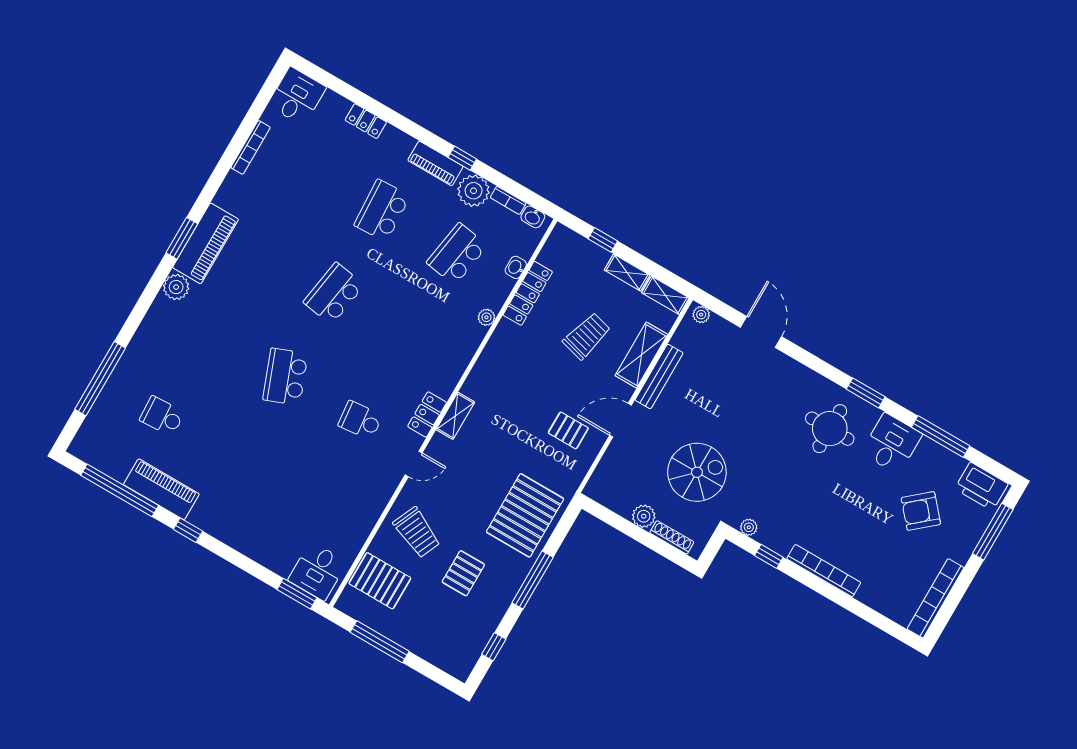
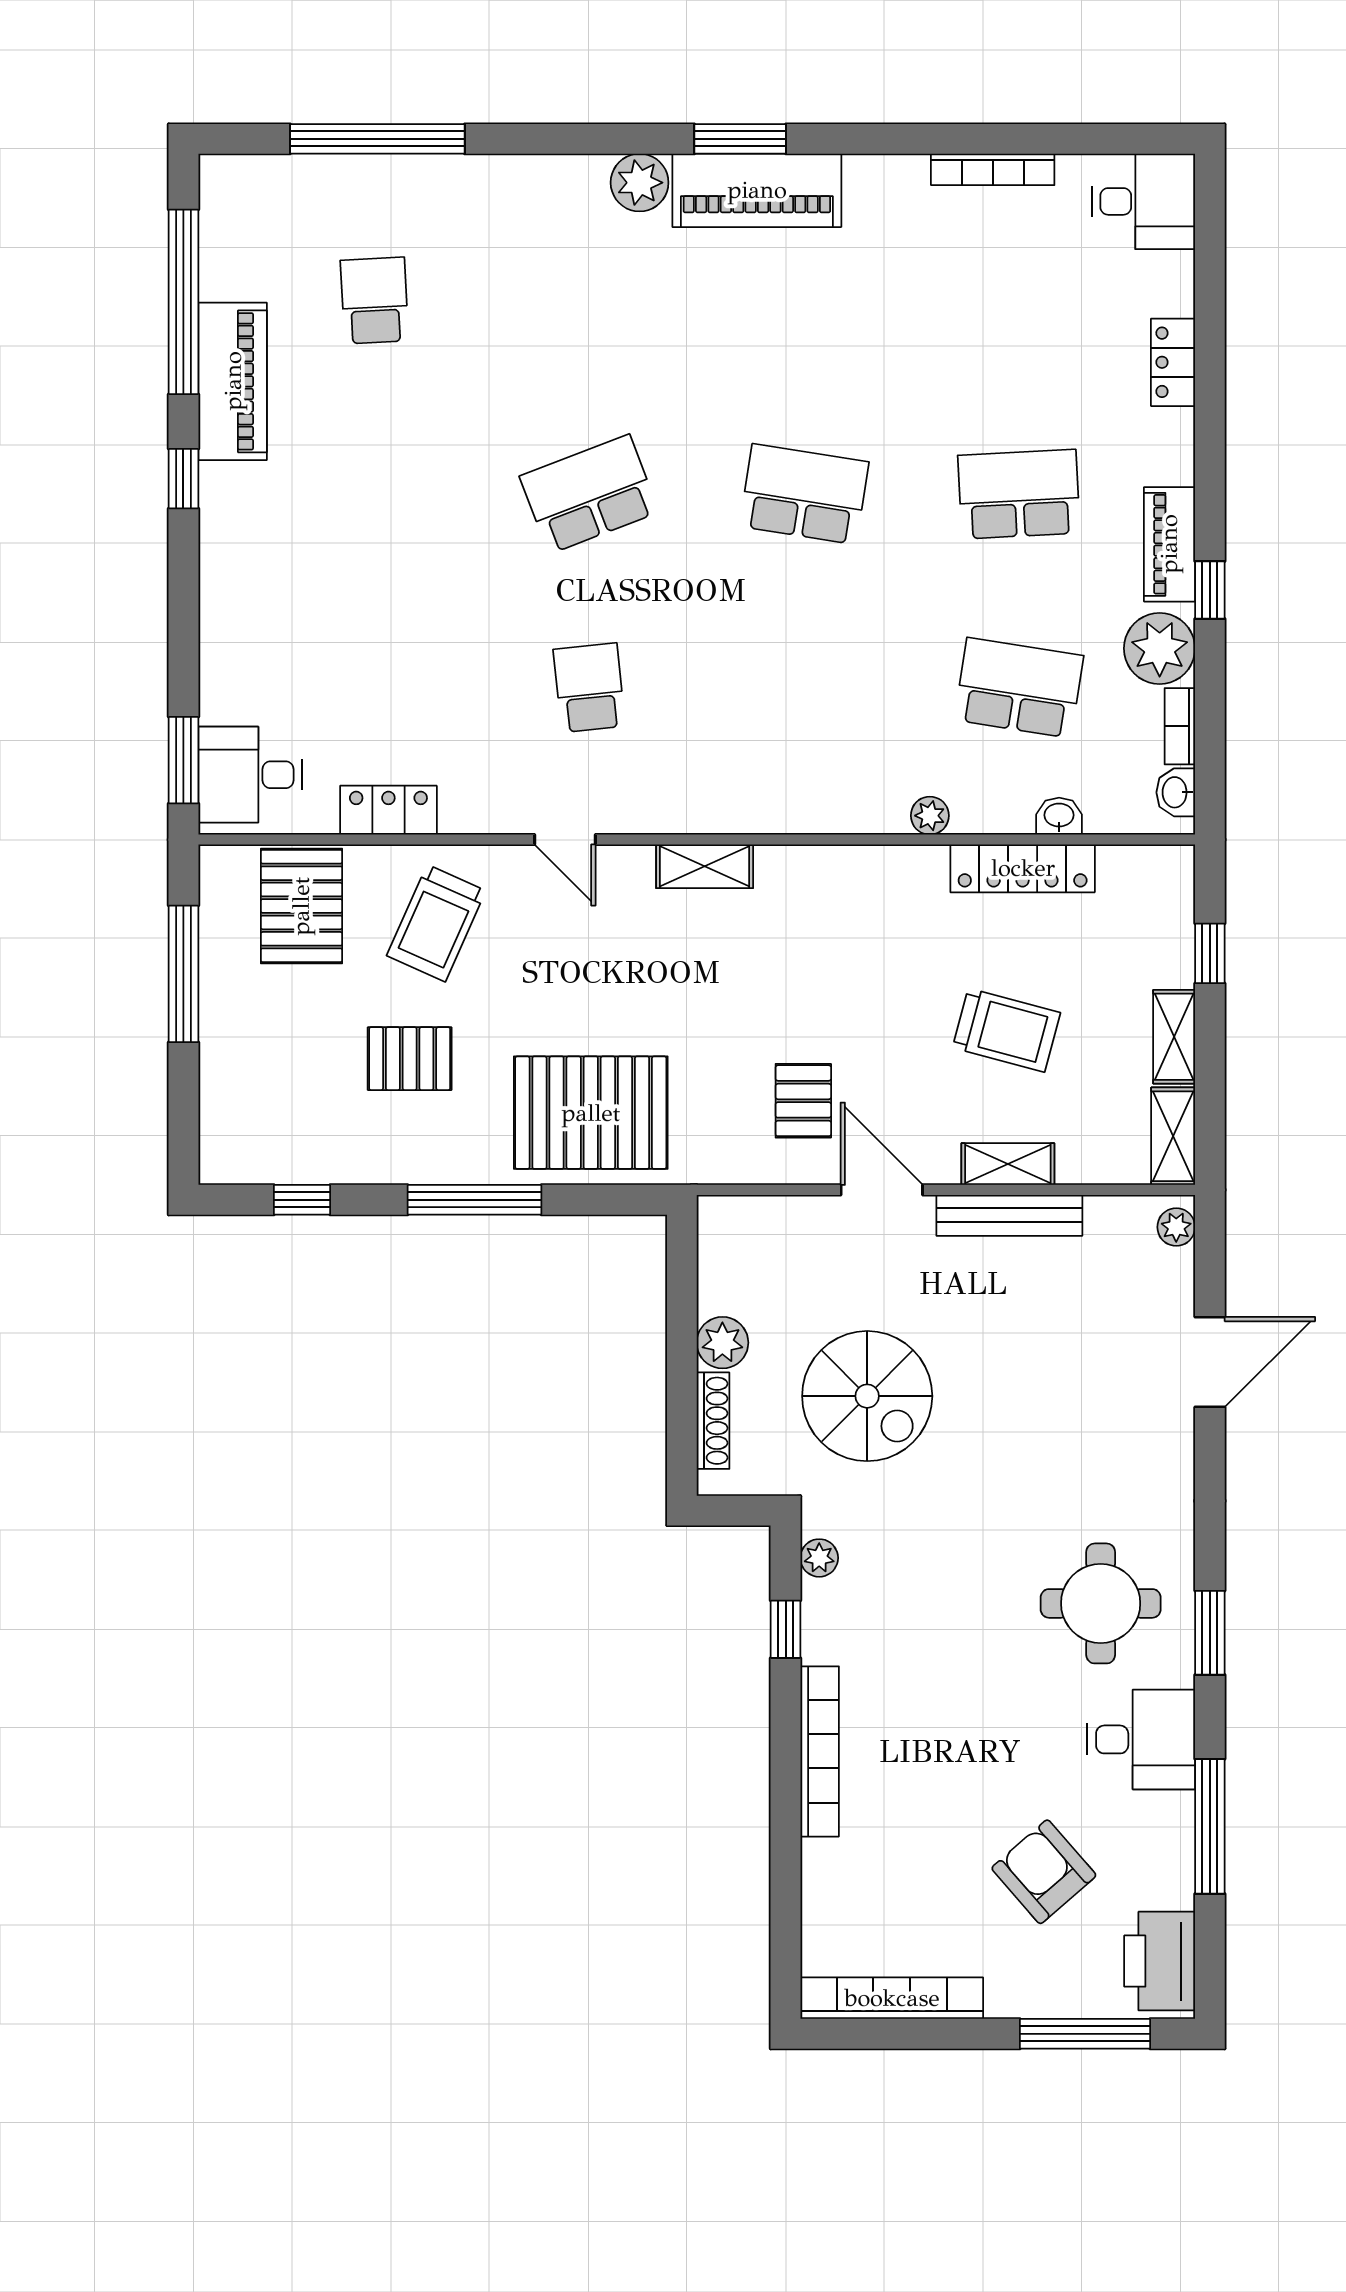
shelving: (641, 355) -> (1008, 1164), width x0.67, depth x0.75
locker: (427, 414) -> (388, 810), moved

